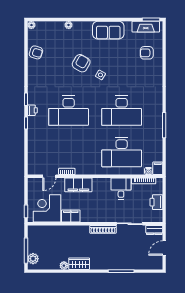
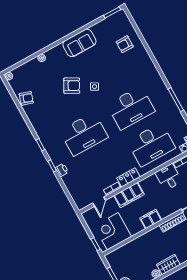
fireplace: (146, 27) -> (111, 21), removed
armchair: (81, 63) -> (72, 86), turned 88
printer: (32, 110) -> (62, 170), moved
locker: (86, 169) -> (128, 177), added
filing cabinet: (71, 216) -> (151, 219), moved

